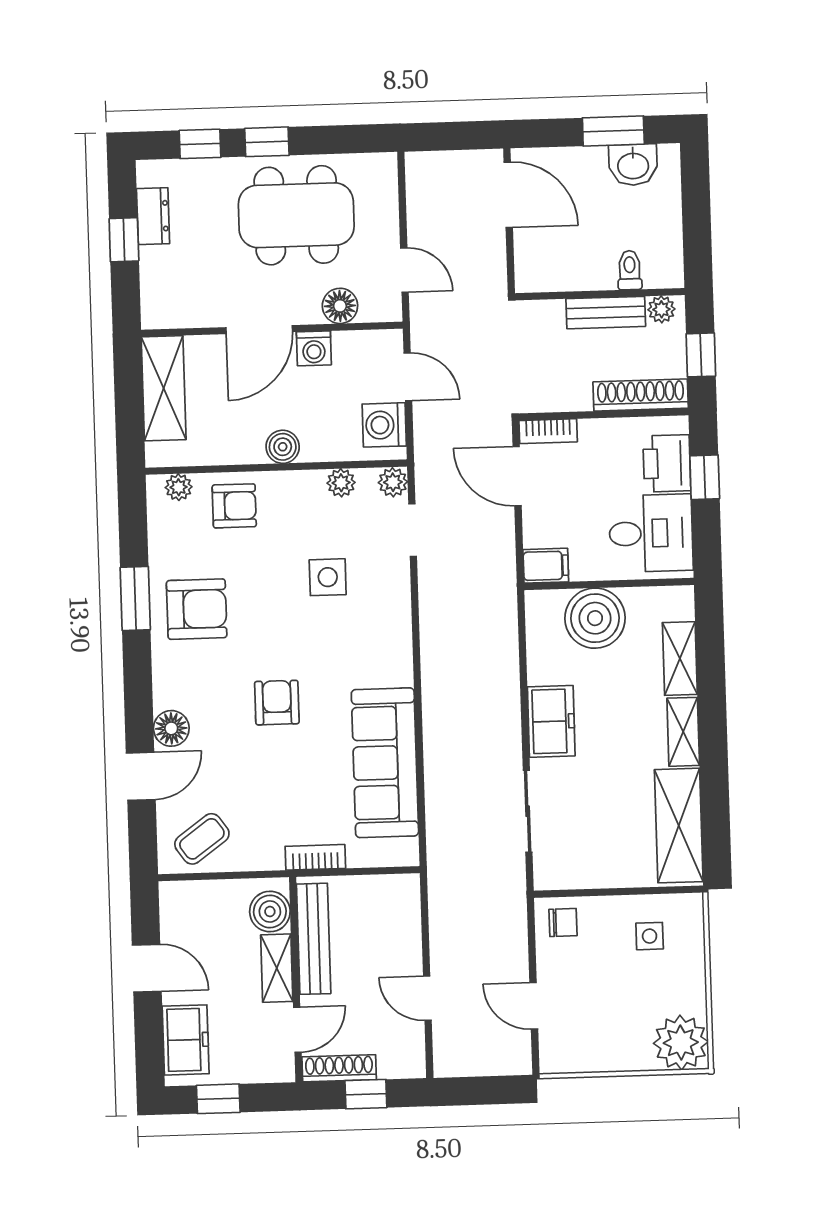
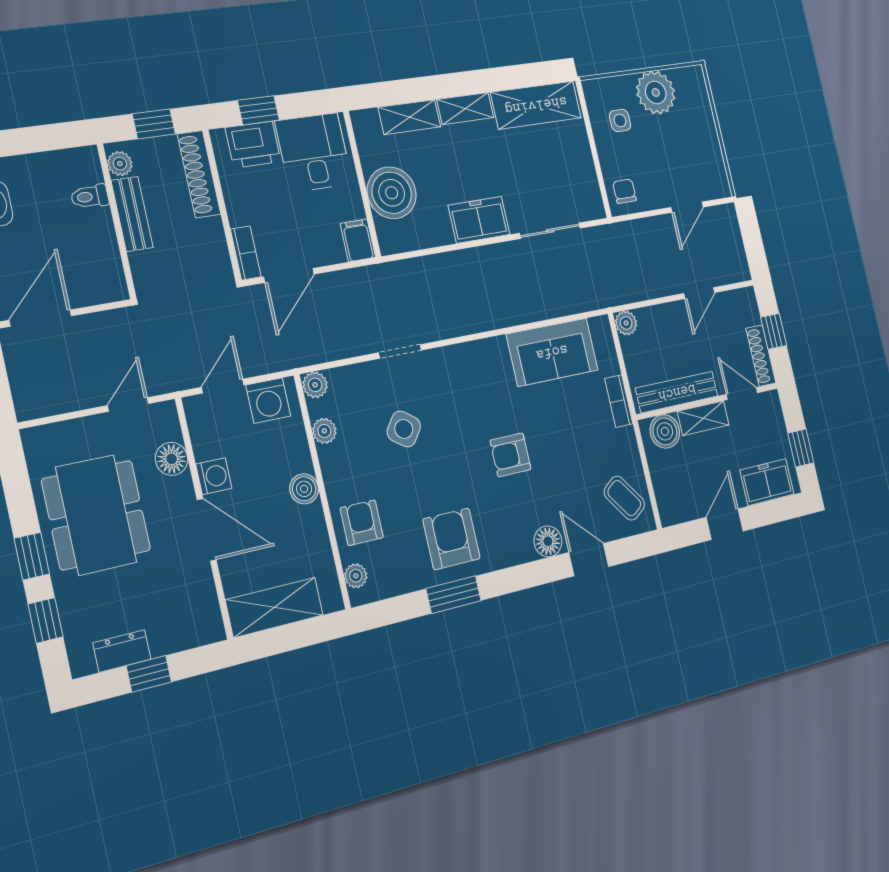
doorway: (413, 530) -> (400, 351), moved
side table: (328, 577) -> (404, 429), turned 36
sofa: (385, 763) -> (552, 352), width x0.73
plant: (405, 888) -> (626, 323), added
plant: (681, 1043) -> (656, 92), moved

